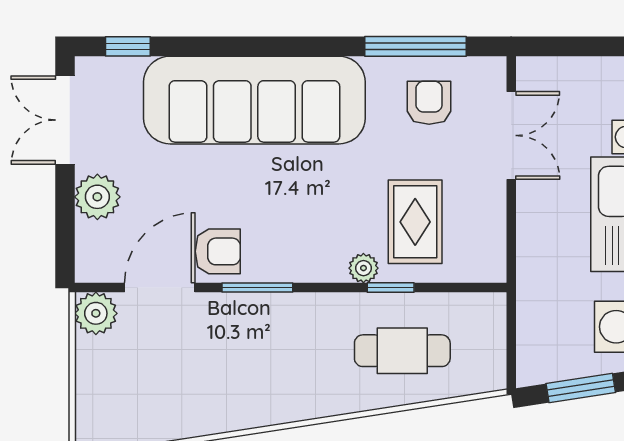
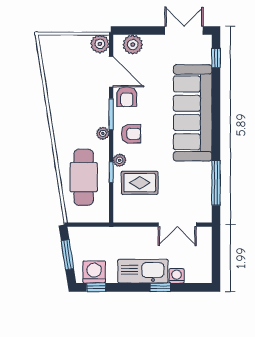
armchair: (429, 103) -> (131, 134), moved
plant: (97, 197) -> (133, 45), moved
plant: (302, 307) -> (103, 133), added
cafe table: (402, 351) -> (84, 177), width x1.37, depth x1.35

